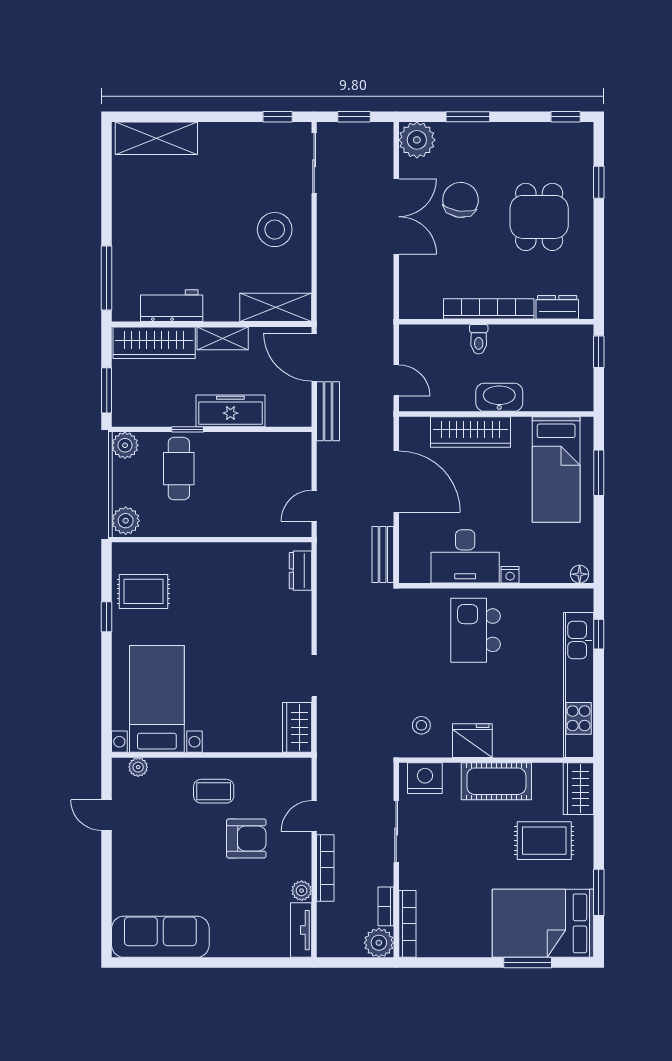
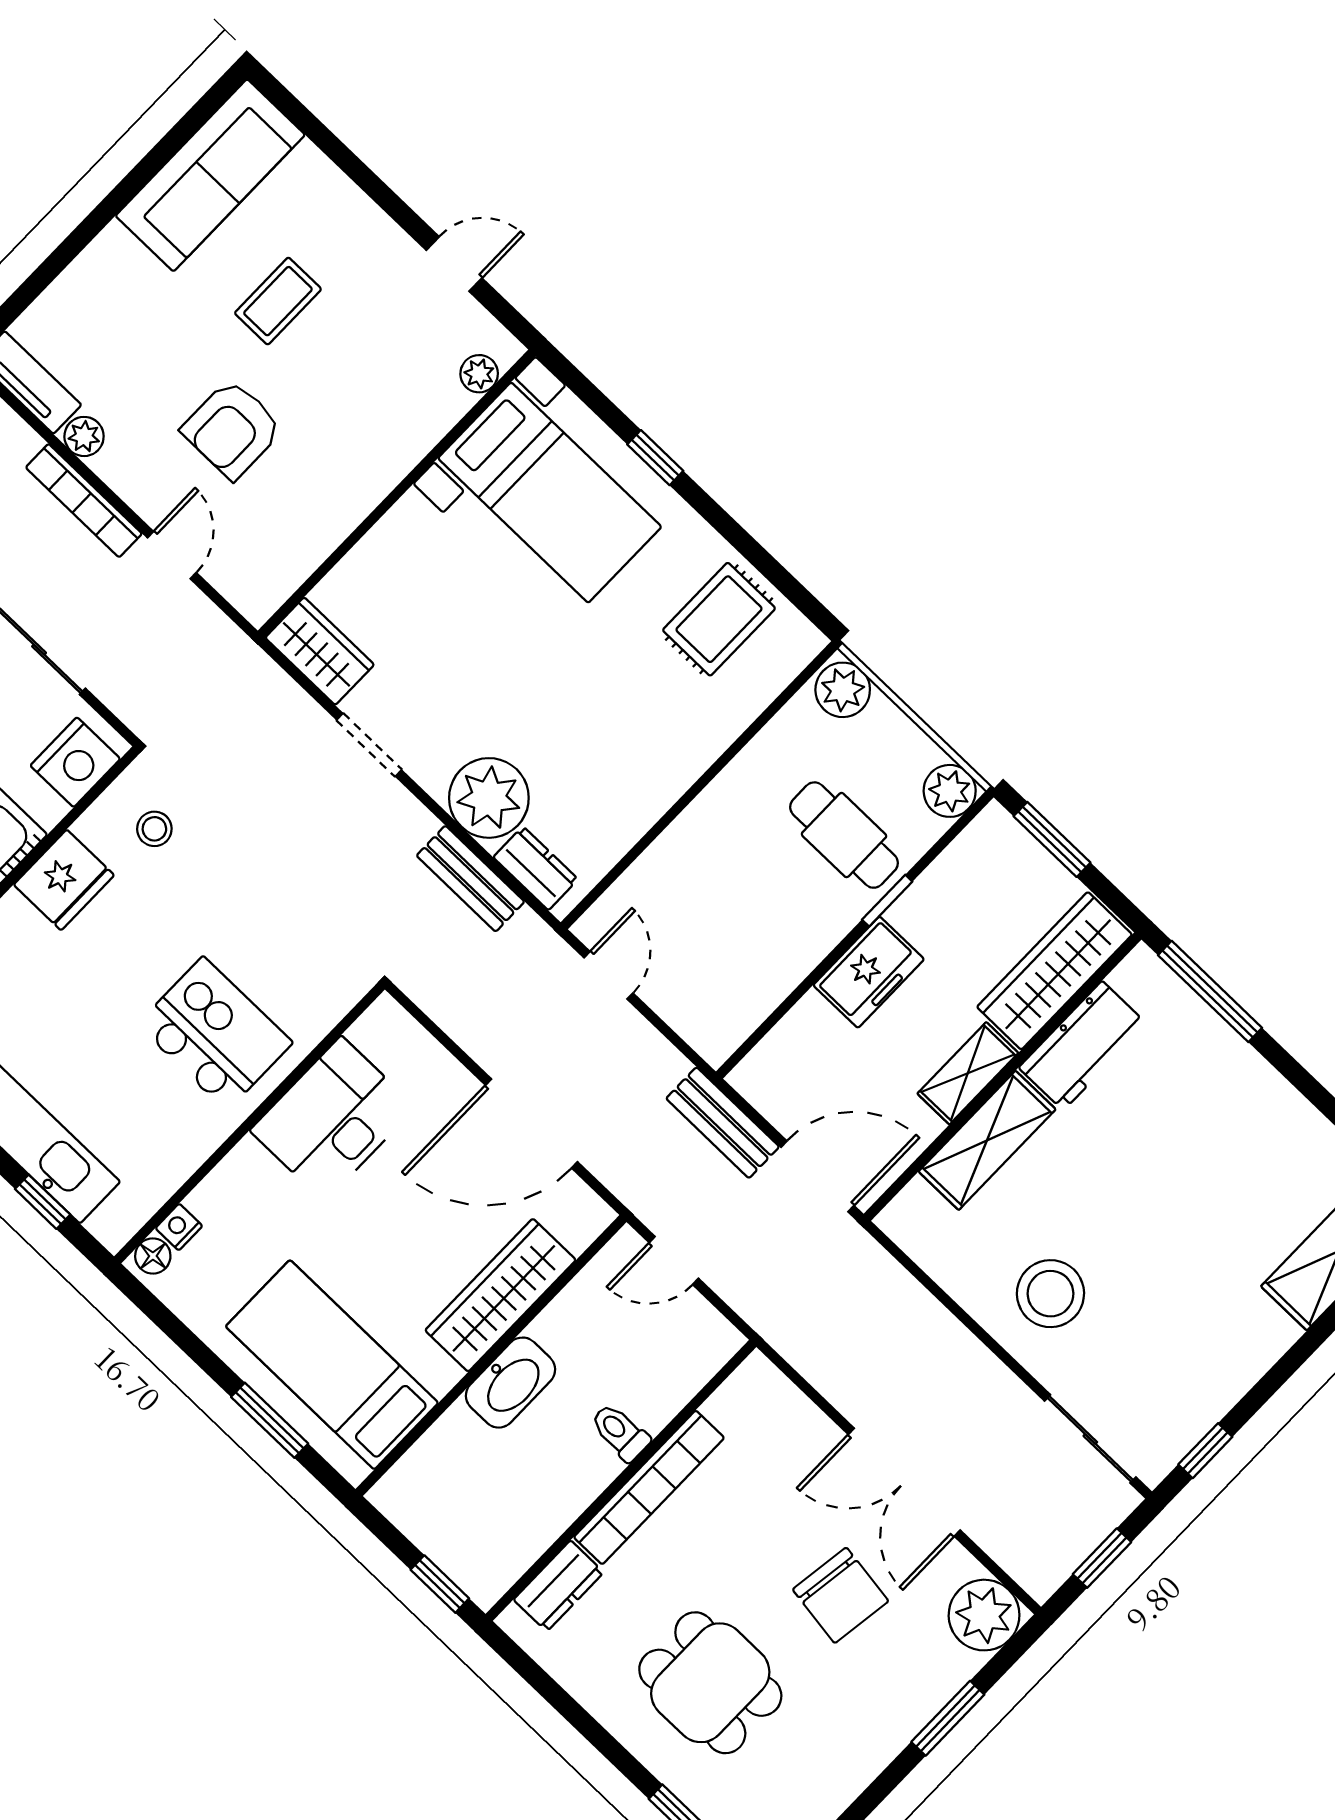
shelving: (276, 307) -> (987, 1140), moved
freezer: (230, 411) -> (869, 972), width x0.71
bench: (383, 554) -> (470, 879), moved
nightstand: (510, 575) -> (179, 1227), moved
plant: (291, 613) -> (489, 798), added
window: (107, 617) -> (655, 458), moved
coffee table: (214, 791) -> (278, 301), moved

